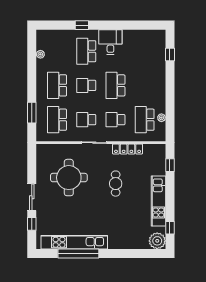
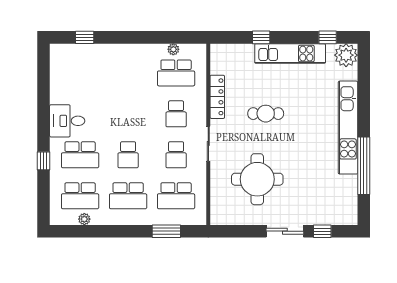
school desk: (115, 85) -> (80, 196), moved
window: (170, 165) -> (261, 37), moved
kitchen unit: (74, 242) -> (348, 128), moved

